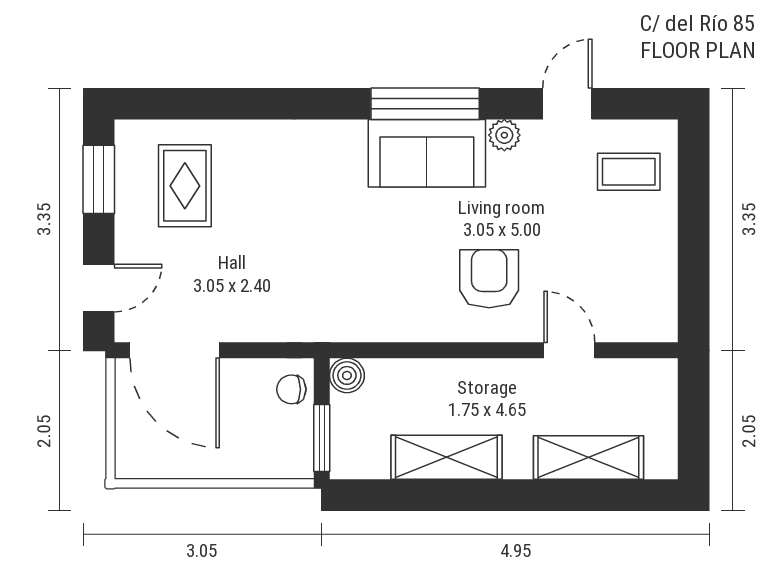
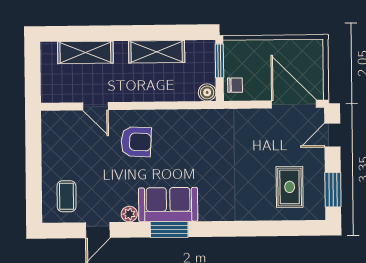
window: (425, 104) -> (169, 229), width x0.69
coffee table: (629, 172) -> (67, 196), turned 90
armchair: (489, 279) -> (136, 142), turned -87

